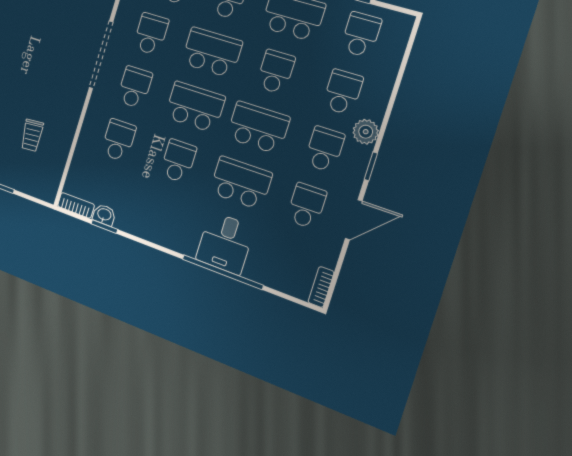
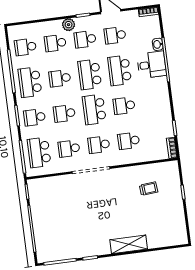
school desk: (212, 52) -> (64, 113), width x0.54
washbasin: (104, 215) -> (158, 44), moved

